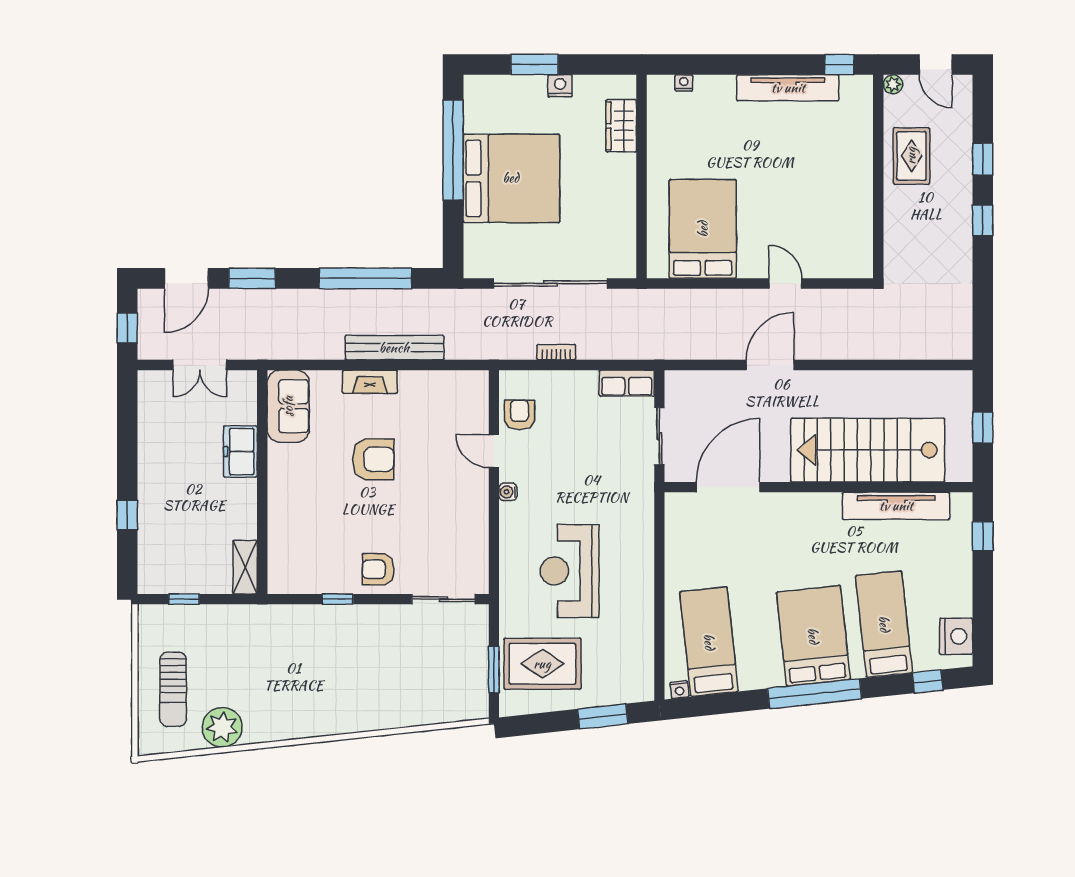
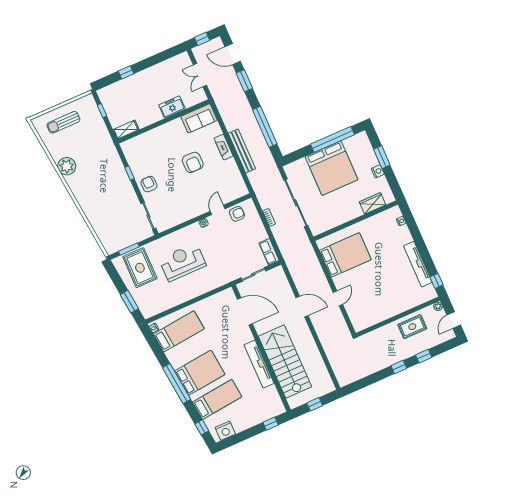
tv unit: (896, 506) -> (259, 364), moved
plant: (222, 727) -> (67, 166), moved

